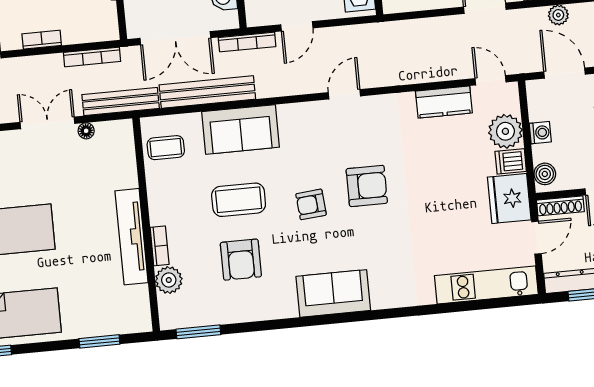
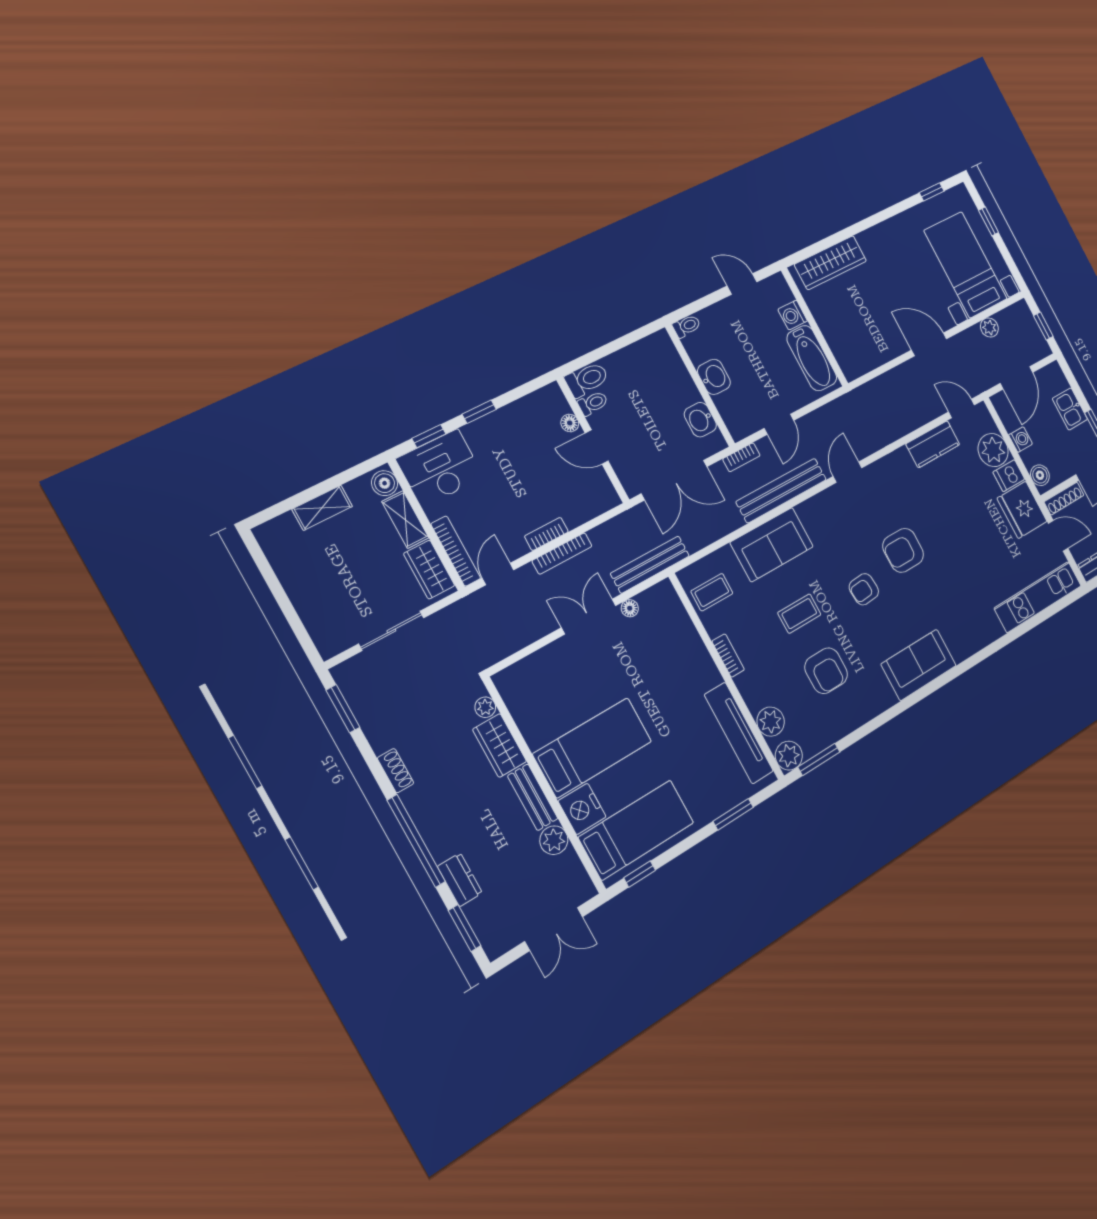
bookcase: (247, 42) -> (741, 457), width x0.64
bookcase: (92, 57) -> (562, 553), moved
door: (565, 73) -> (1016, 378), swing flipped
bench: (207, 92) -> (781, 491), moved
armchair: (367, 186) -> (903, 550), turned 180
coffee table: (239, 200) -> (799, 614), width x0.73, depth x0.77
tv unit: (132, 237) -> (739, 733), moved
door: (536, 238) -> (1058, 536), hinge flipped
bookcase: (160, 246) -> (728, 656), moved
plant: (172, 316) -> (789, 756), added

